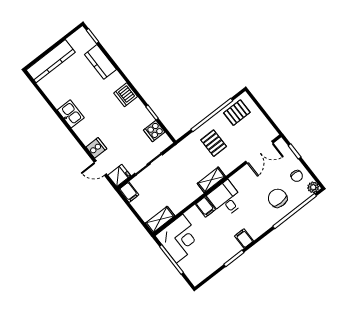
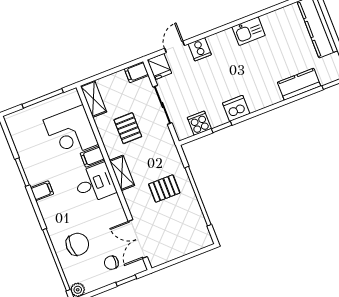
dishwasher: (126, 95) -> (236, 108), moved
pallet: (237, 113) -> (128, 128), moved
chair: (297, 176) -> (111, 263), moved
corner desk: (180, 239) -> (71, 132), moved

